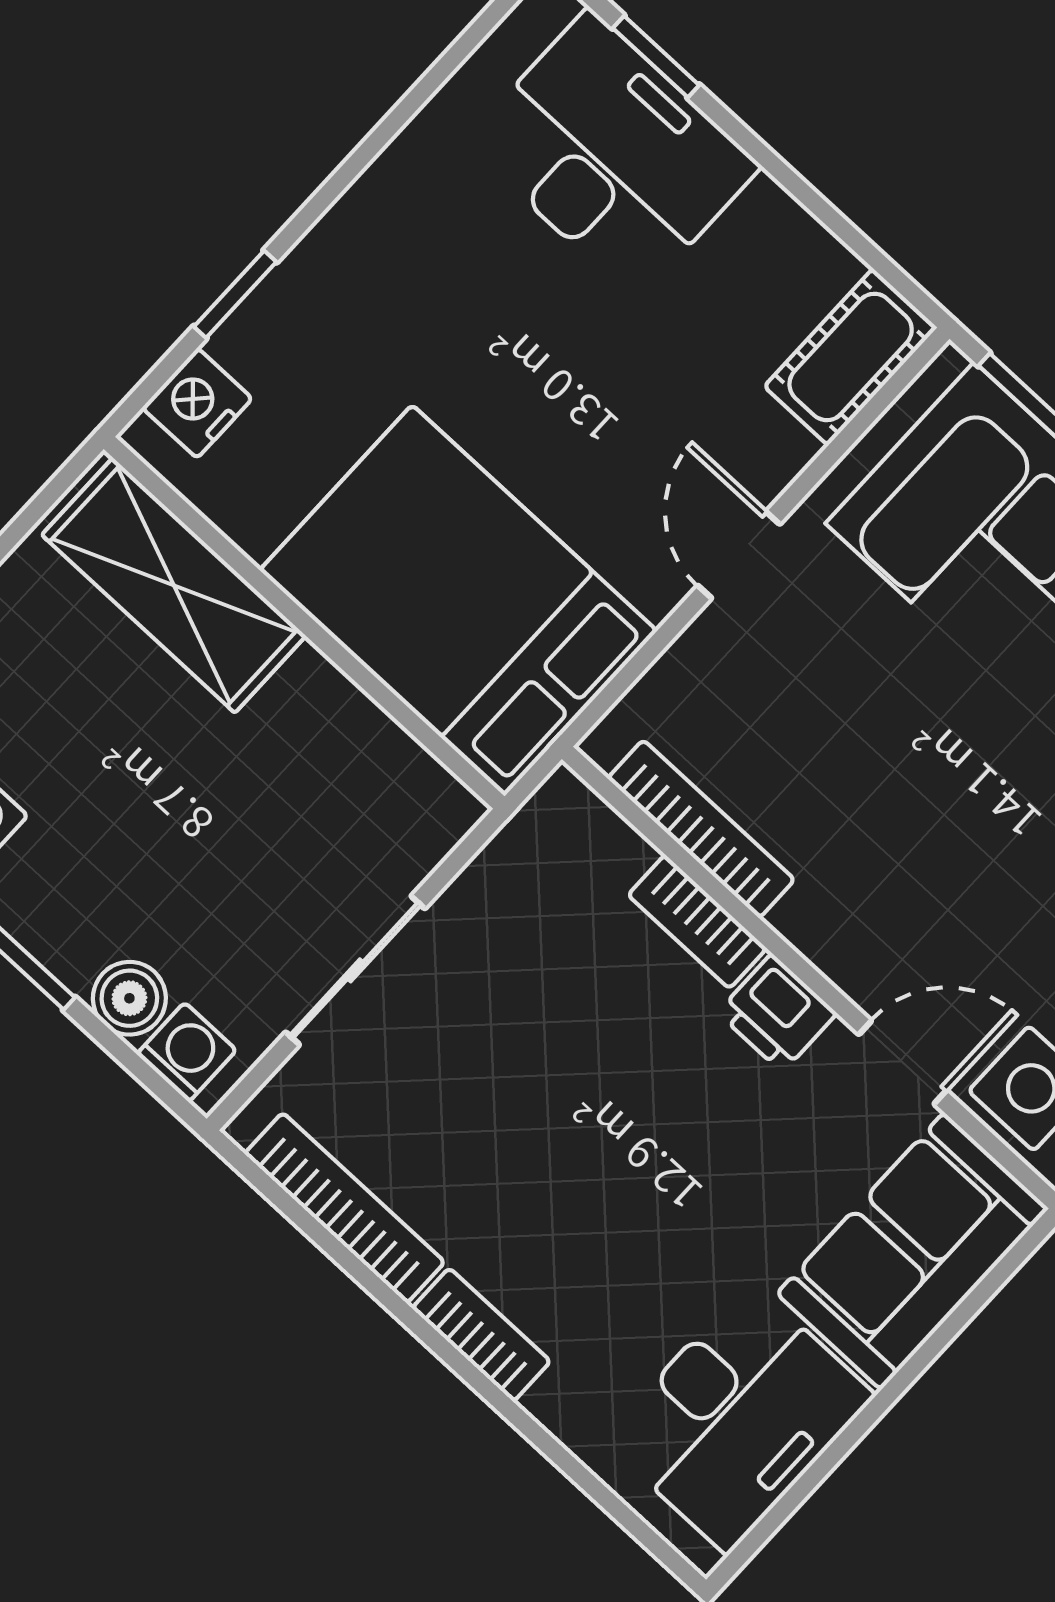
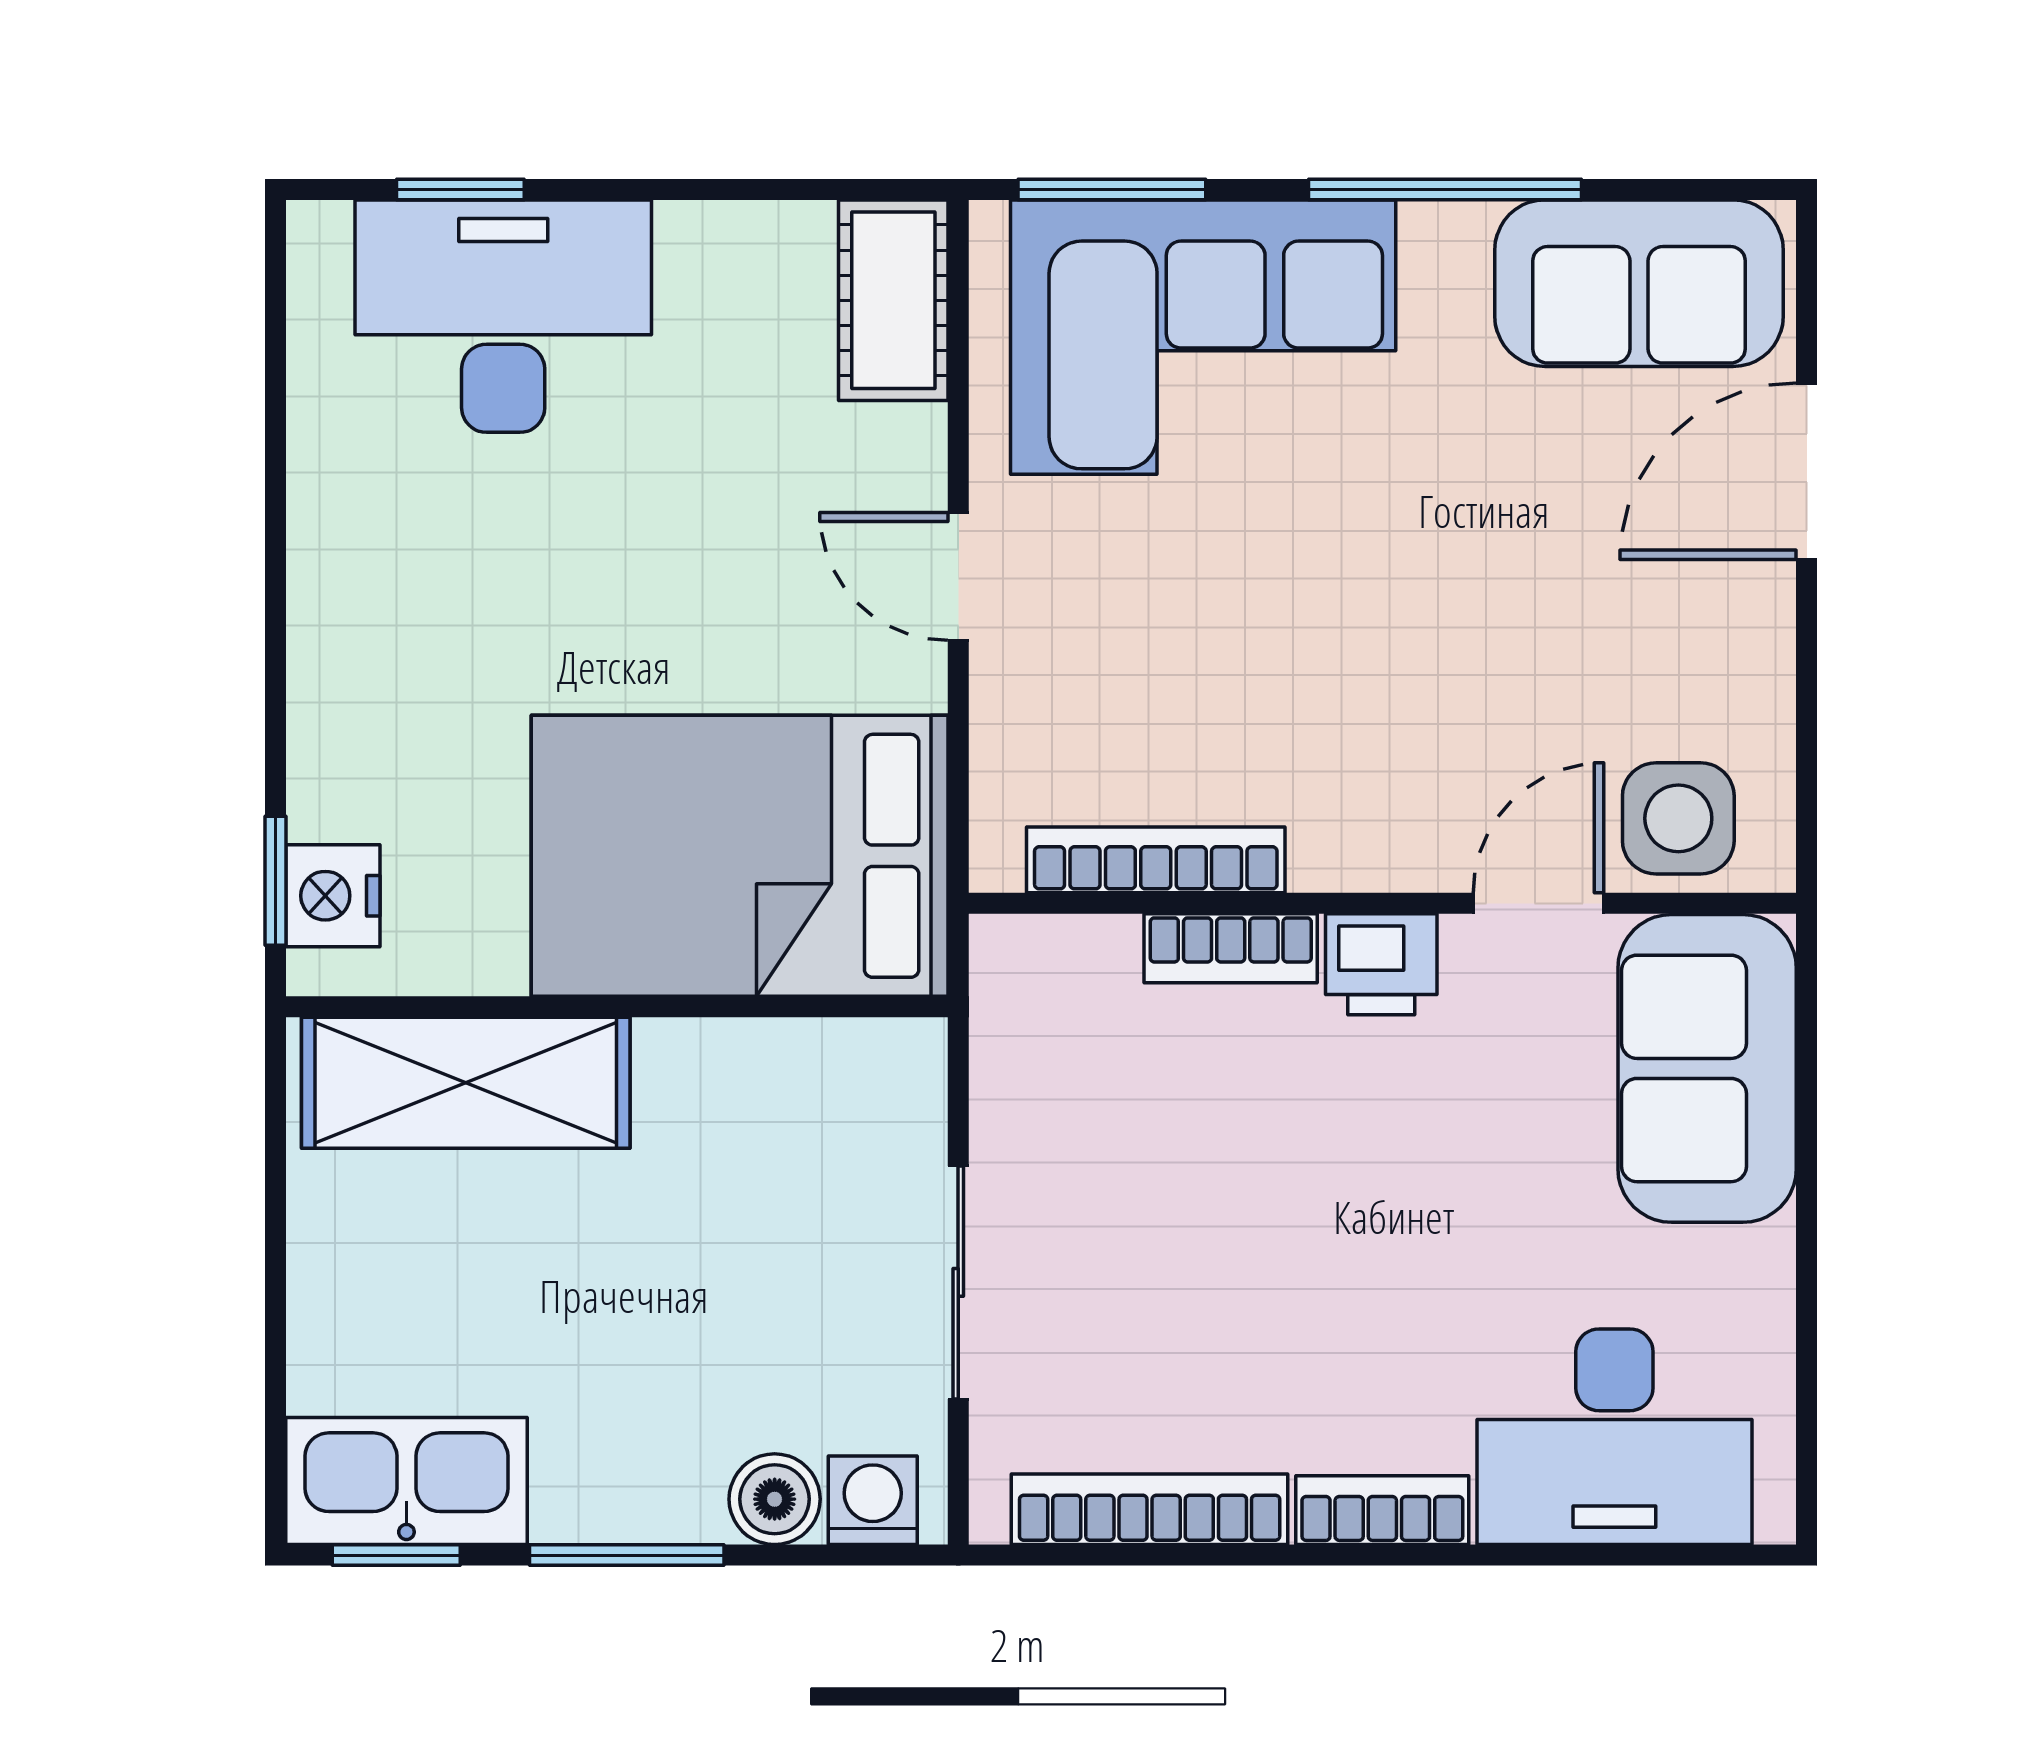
window: (235, 294) -> (275, 881), moved
desk: (738, 1417) -> (1614, 1437), moved, turned 90

